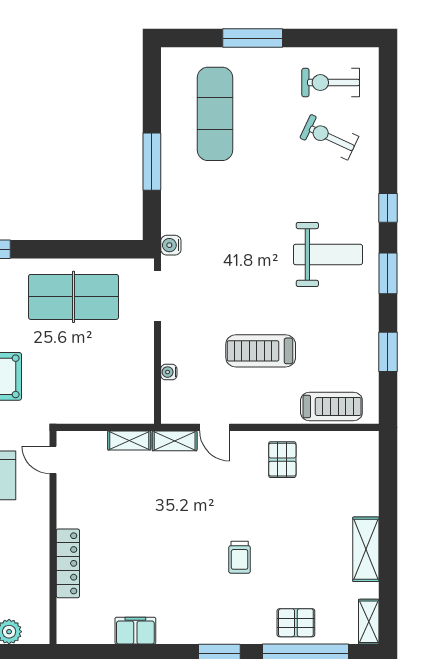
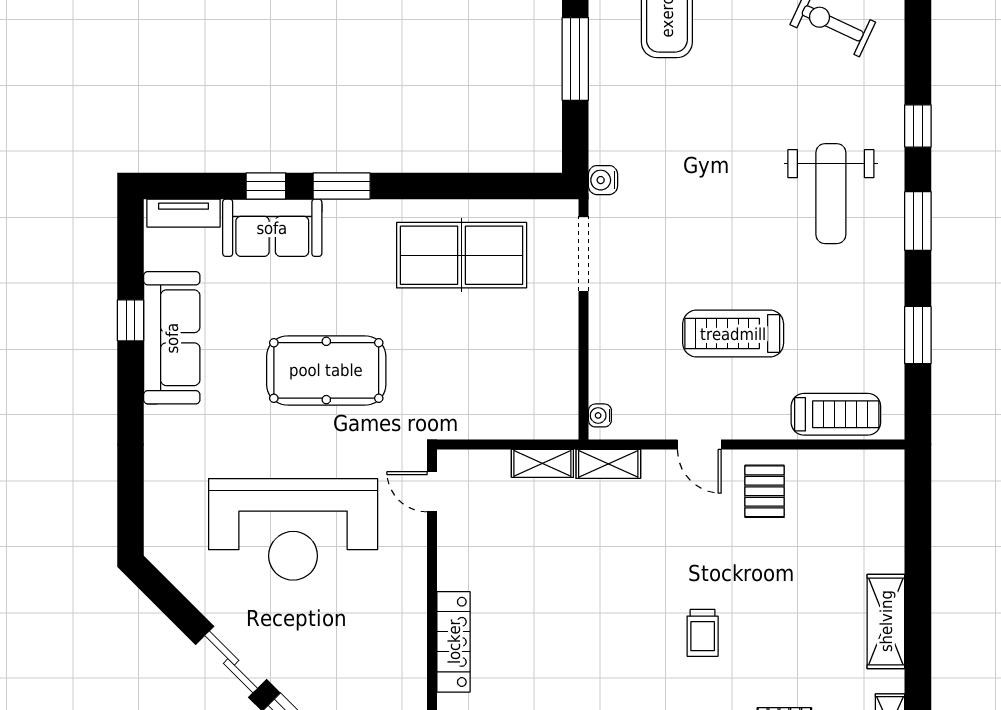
weight bench: (328, 254) -> (831, 194), turned 90
water cooler: (169, 372) -> (600, 415), moved
door: (215, 427) -> (699, 445), moved

